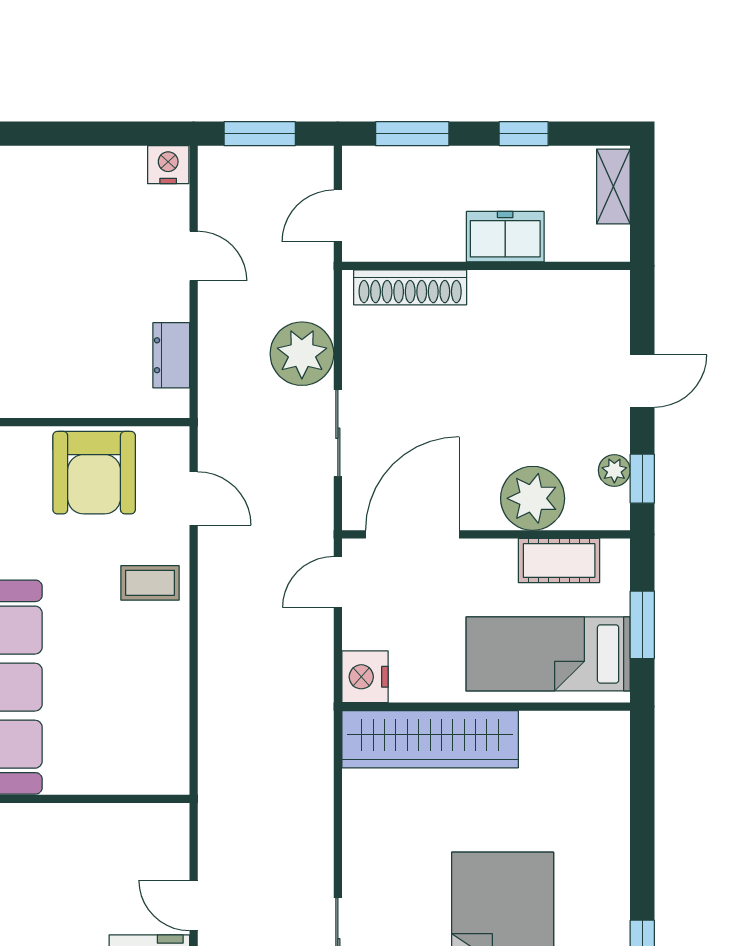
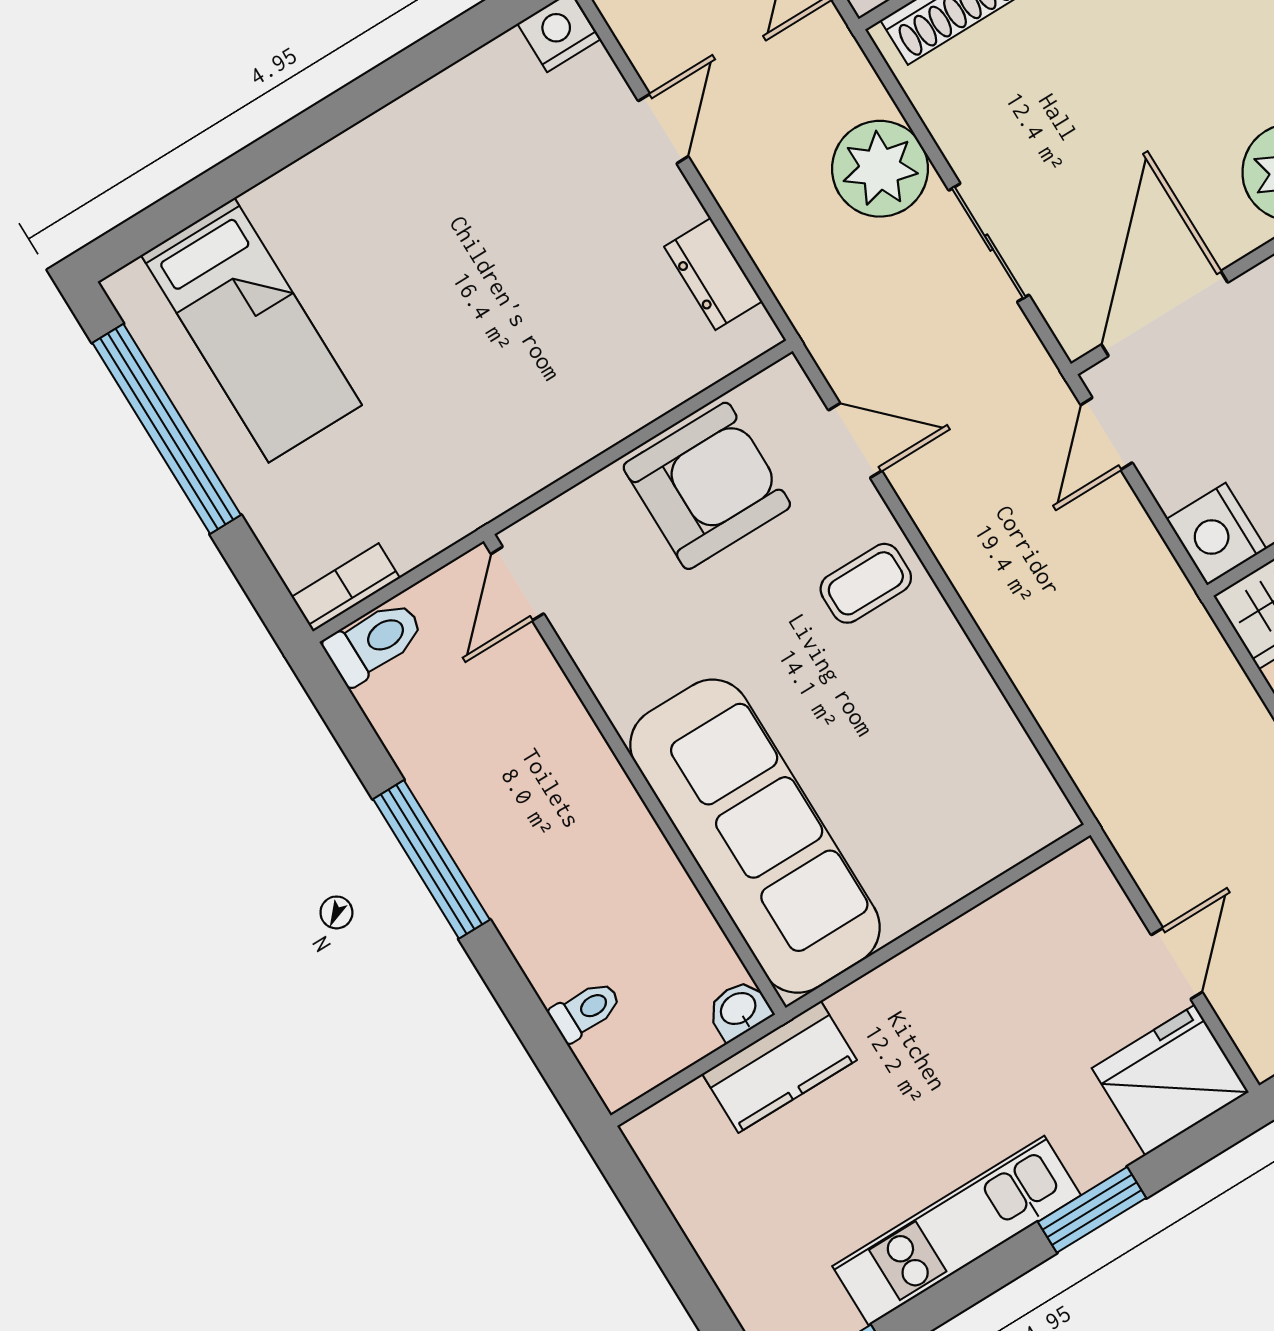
door: (194, 256) -> (663, 129), hinge flipped
armchair: (94, 473) -> (707, 486), turned -90
door: (194, 905) -> (1177, 963), swing flipped

